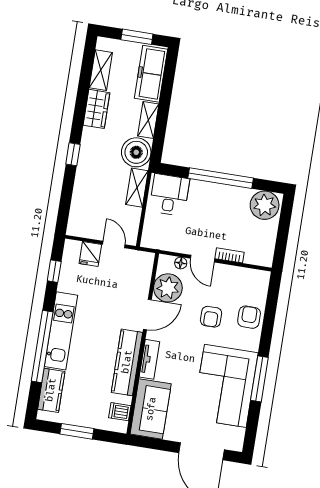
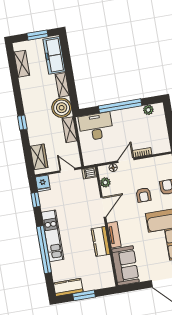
wardrobe: (96, 109) -> (39, 157), moved
desk: (169, 195) -> (96, 127), width x1.37
plant: (265, 205) -> (148, 110), width x0.53, depth x0.53
fridge: (90, 254) -> (43, 183), moved
door: (203, 259) -> (126, 160), swing flipped
plant: (168, 288) -> (105, 182), width x0.53, depth x0.53
kitchen counter: (127, 362) -> (101, 242), width x0.67
kitchen counter: (51, 390) -> (68, 287), moved, turned -90
dishwasher: (120, 412) -> (89, 173), moved

